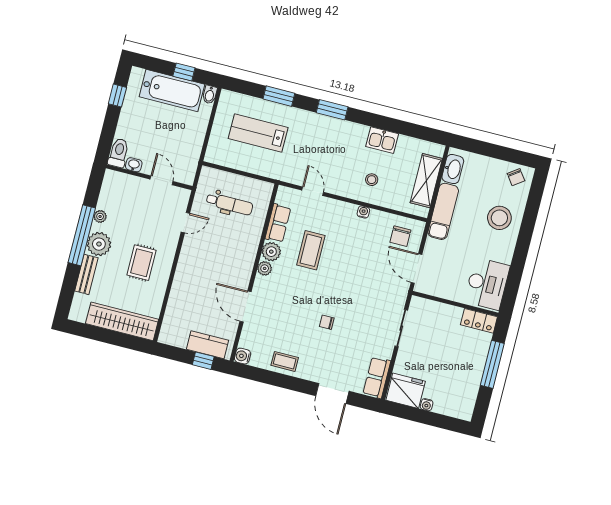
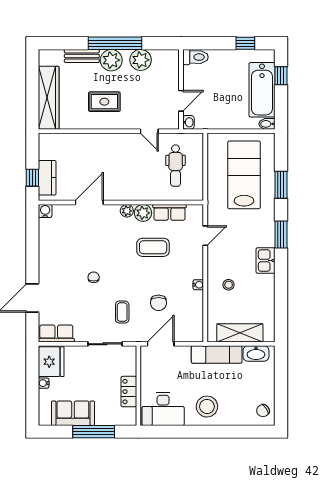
window: (184, 72) -> (281, 76), moved
lab bench: (258, 133) -> (244, 175), width x1.36, depth x1.39
kitchen sink: (382, 140) -> (266, 260), moved
washbasin: (134, 165) -> (188, 122), moved
plant: (100, 216) -> (141, 60), width x1.88, depth x1.88
stool: (499, 218) -> (207, 407), moved
chair: (400, 236) -> (158, 303), moved, turned -90
locker: (479, 321) -> (129, 392), moved
coffee table: (285, 361) -> (122, 312), moved
sofa: (467, 381) -> (73, 413), added

